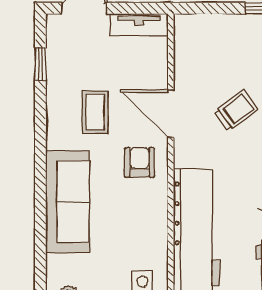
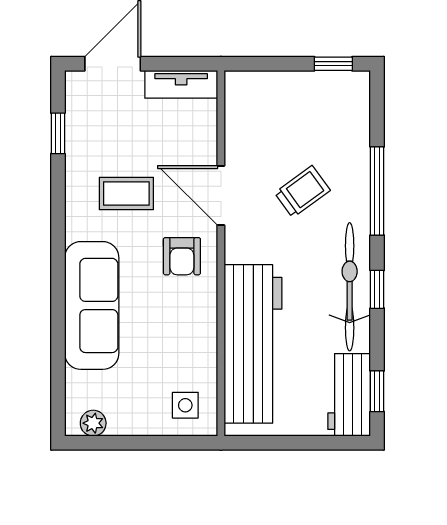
coffee table: (95, 112) -> (126, 193), turned 90
armchair: (140, 162) -> (182, 256), turned 180

